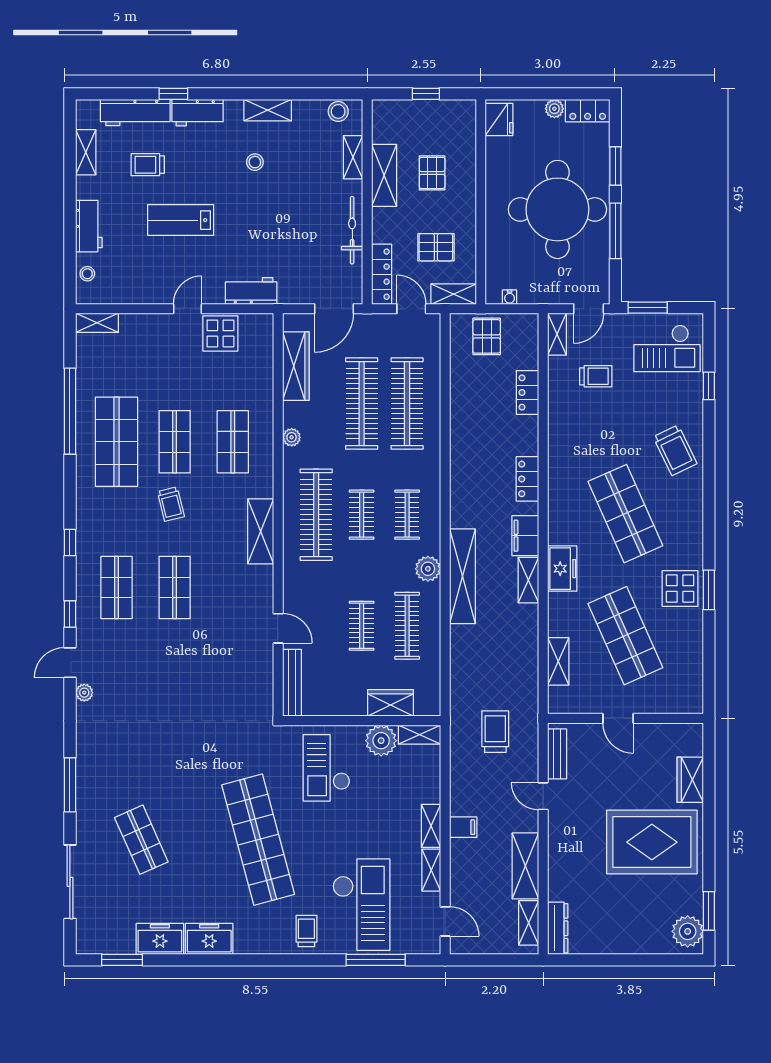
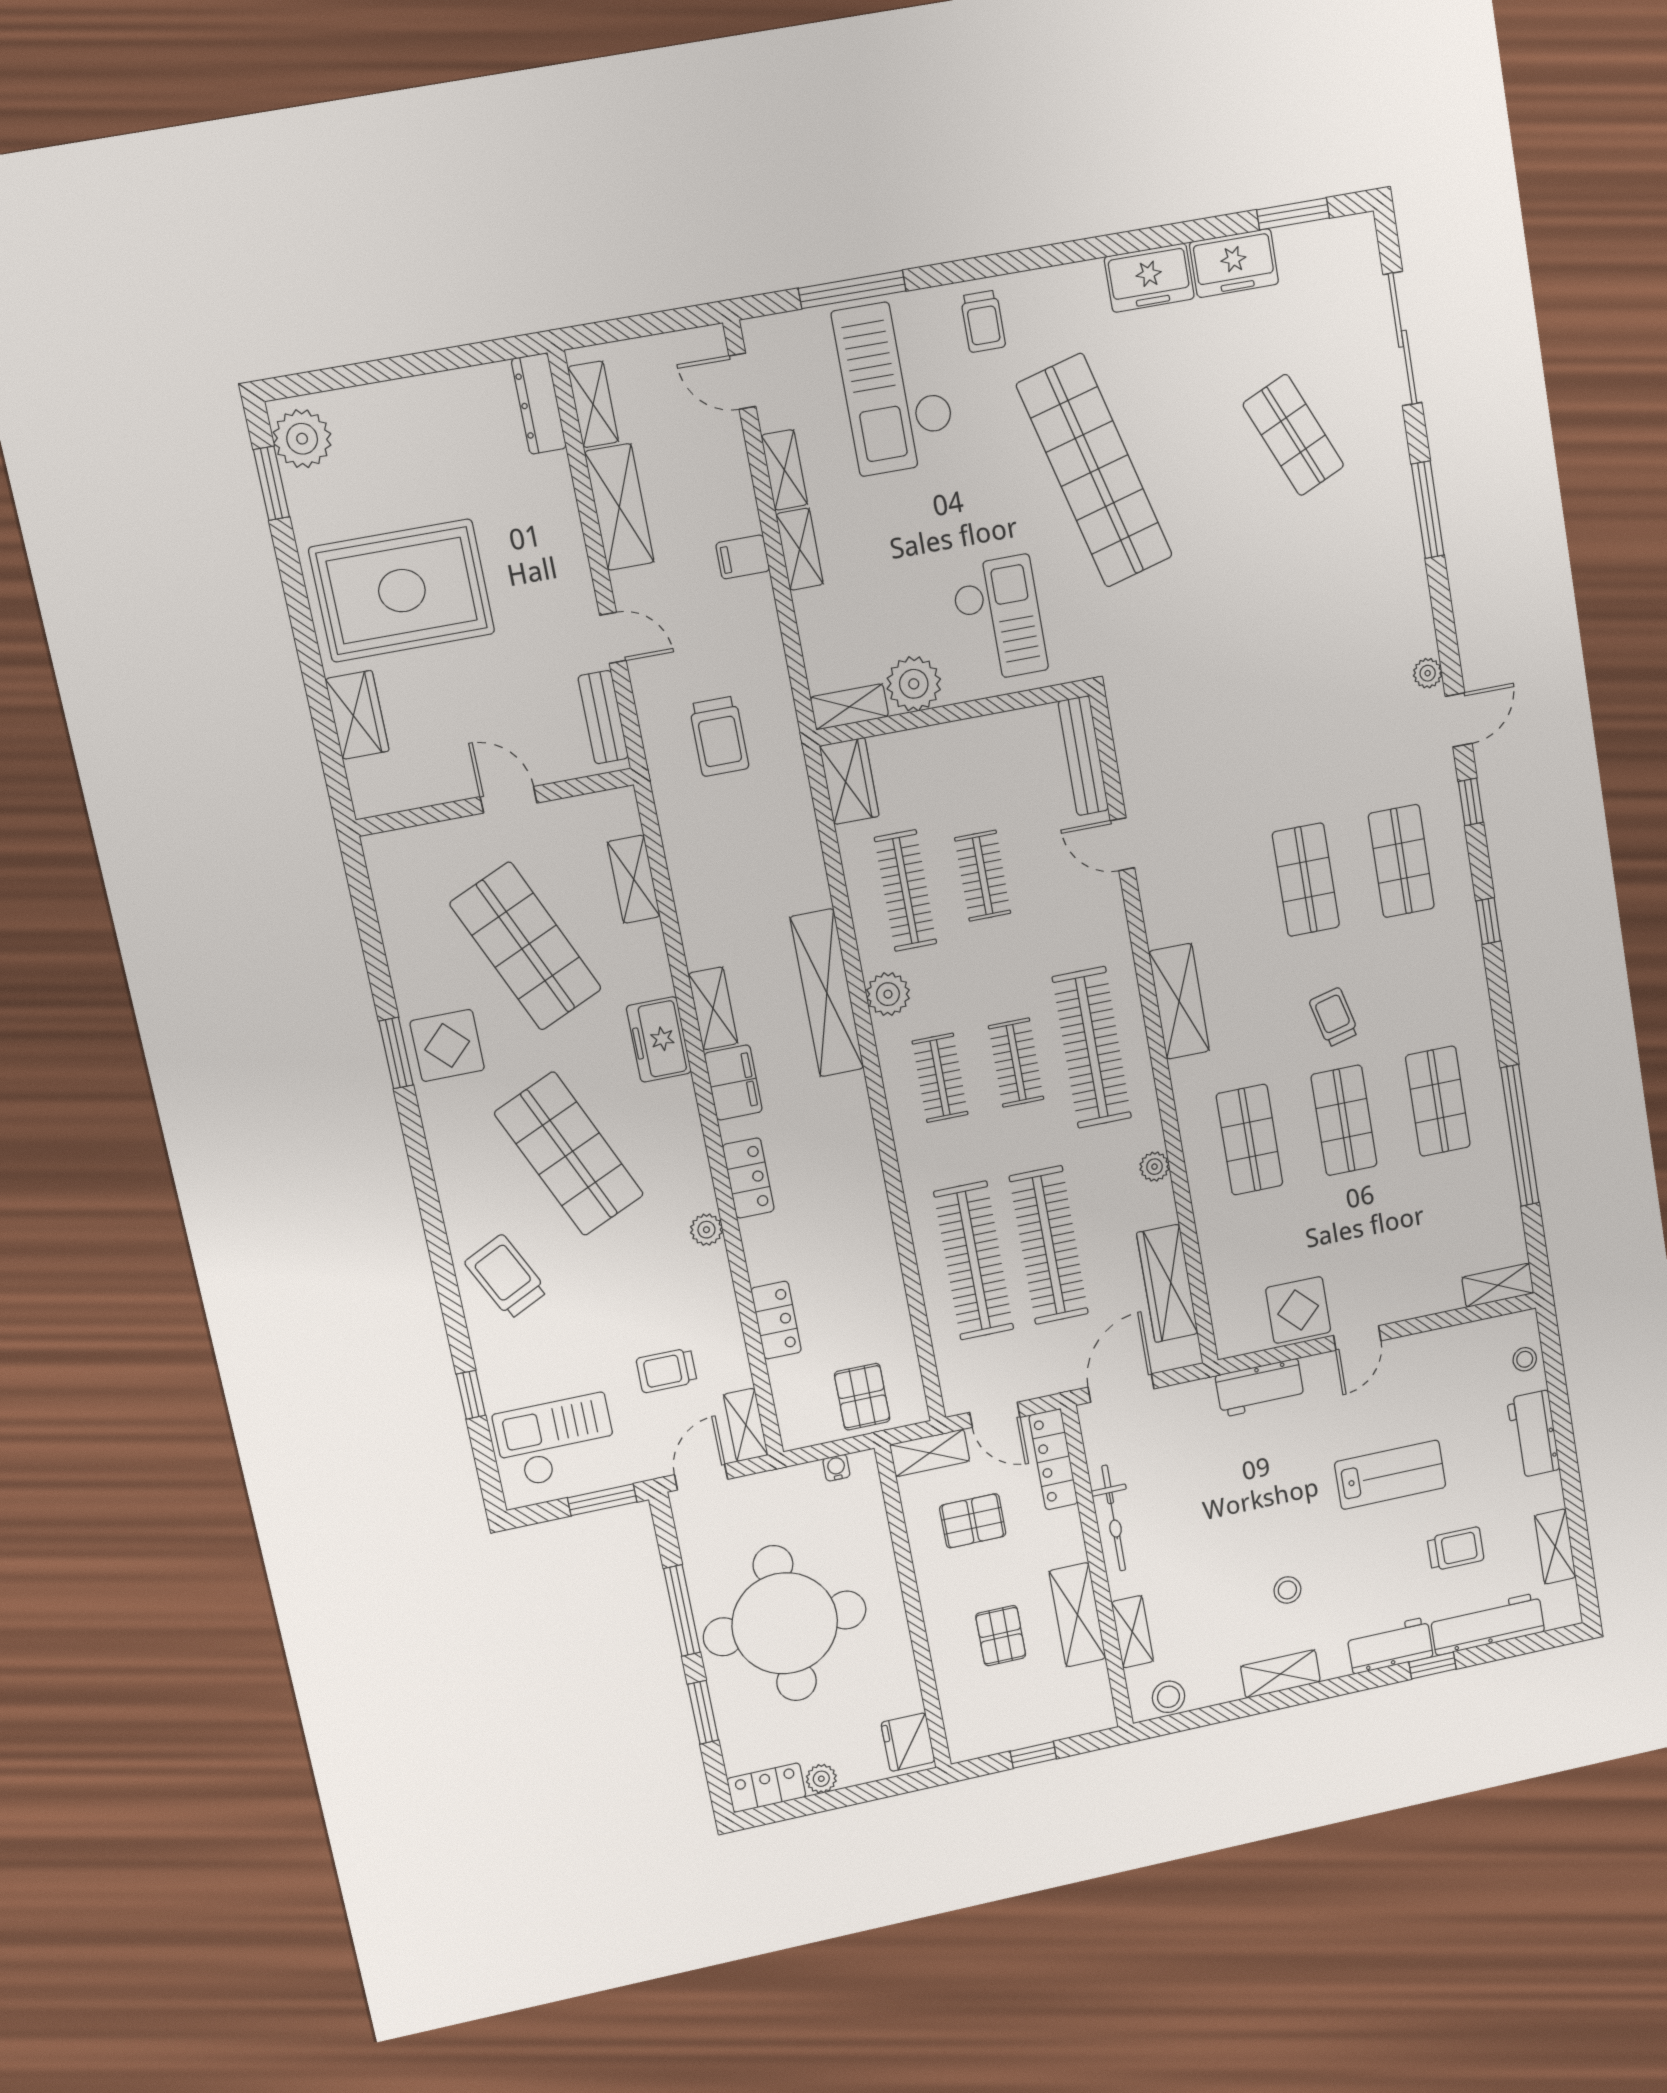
shop shelf: (116, 442) -> (1438, 1101), width x0.70, depth x0.74
plant: (557, 454) -> (706, 1230), added
wardrobe: (390, 703) -> (849, 781), moved, turned -90

